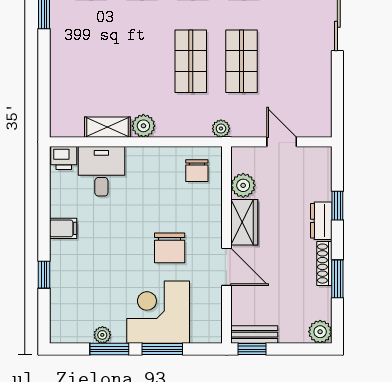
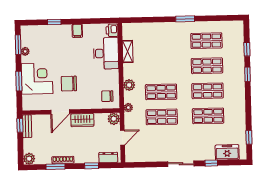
plant: (143, 126) -> (129, 85), moved
desk: (101, 171) -> (106, 53), width x1.37
plant: (243, 185) -> (114, 119), moved
dresser: (321, 221) -> (108, 157), moved
window: (109, 349) -> (18, 45), moved

